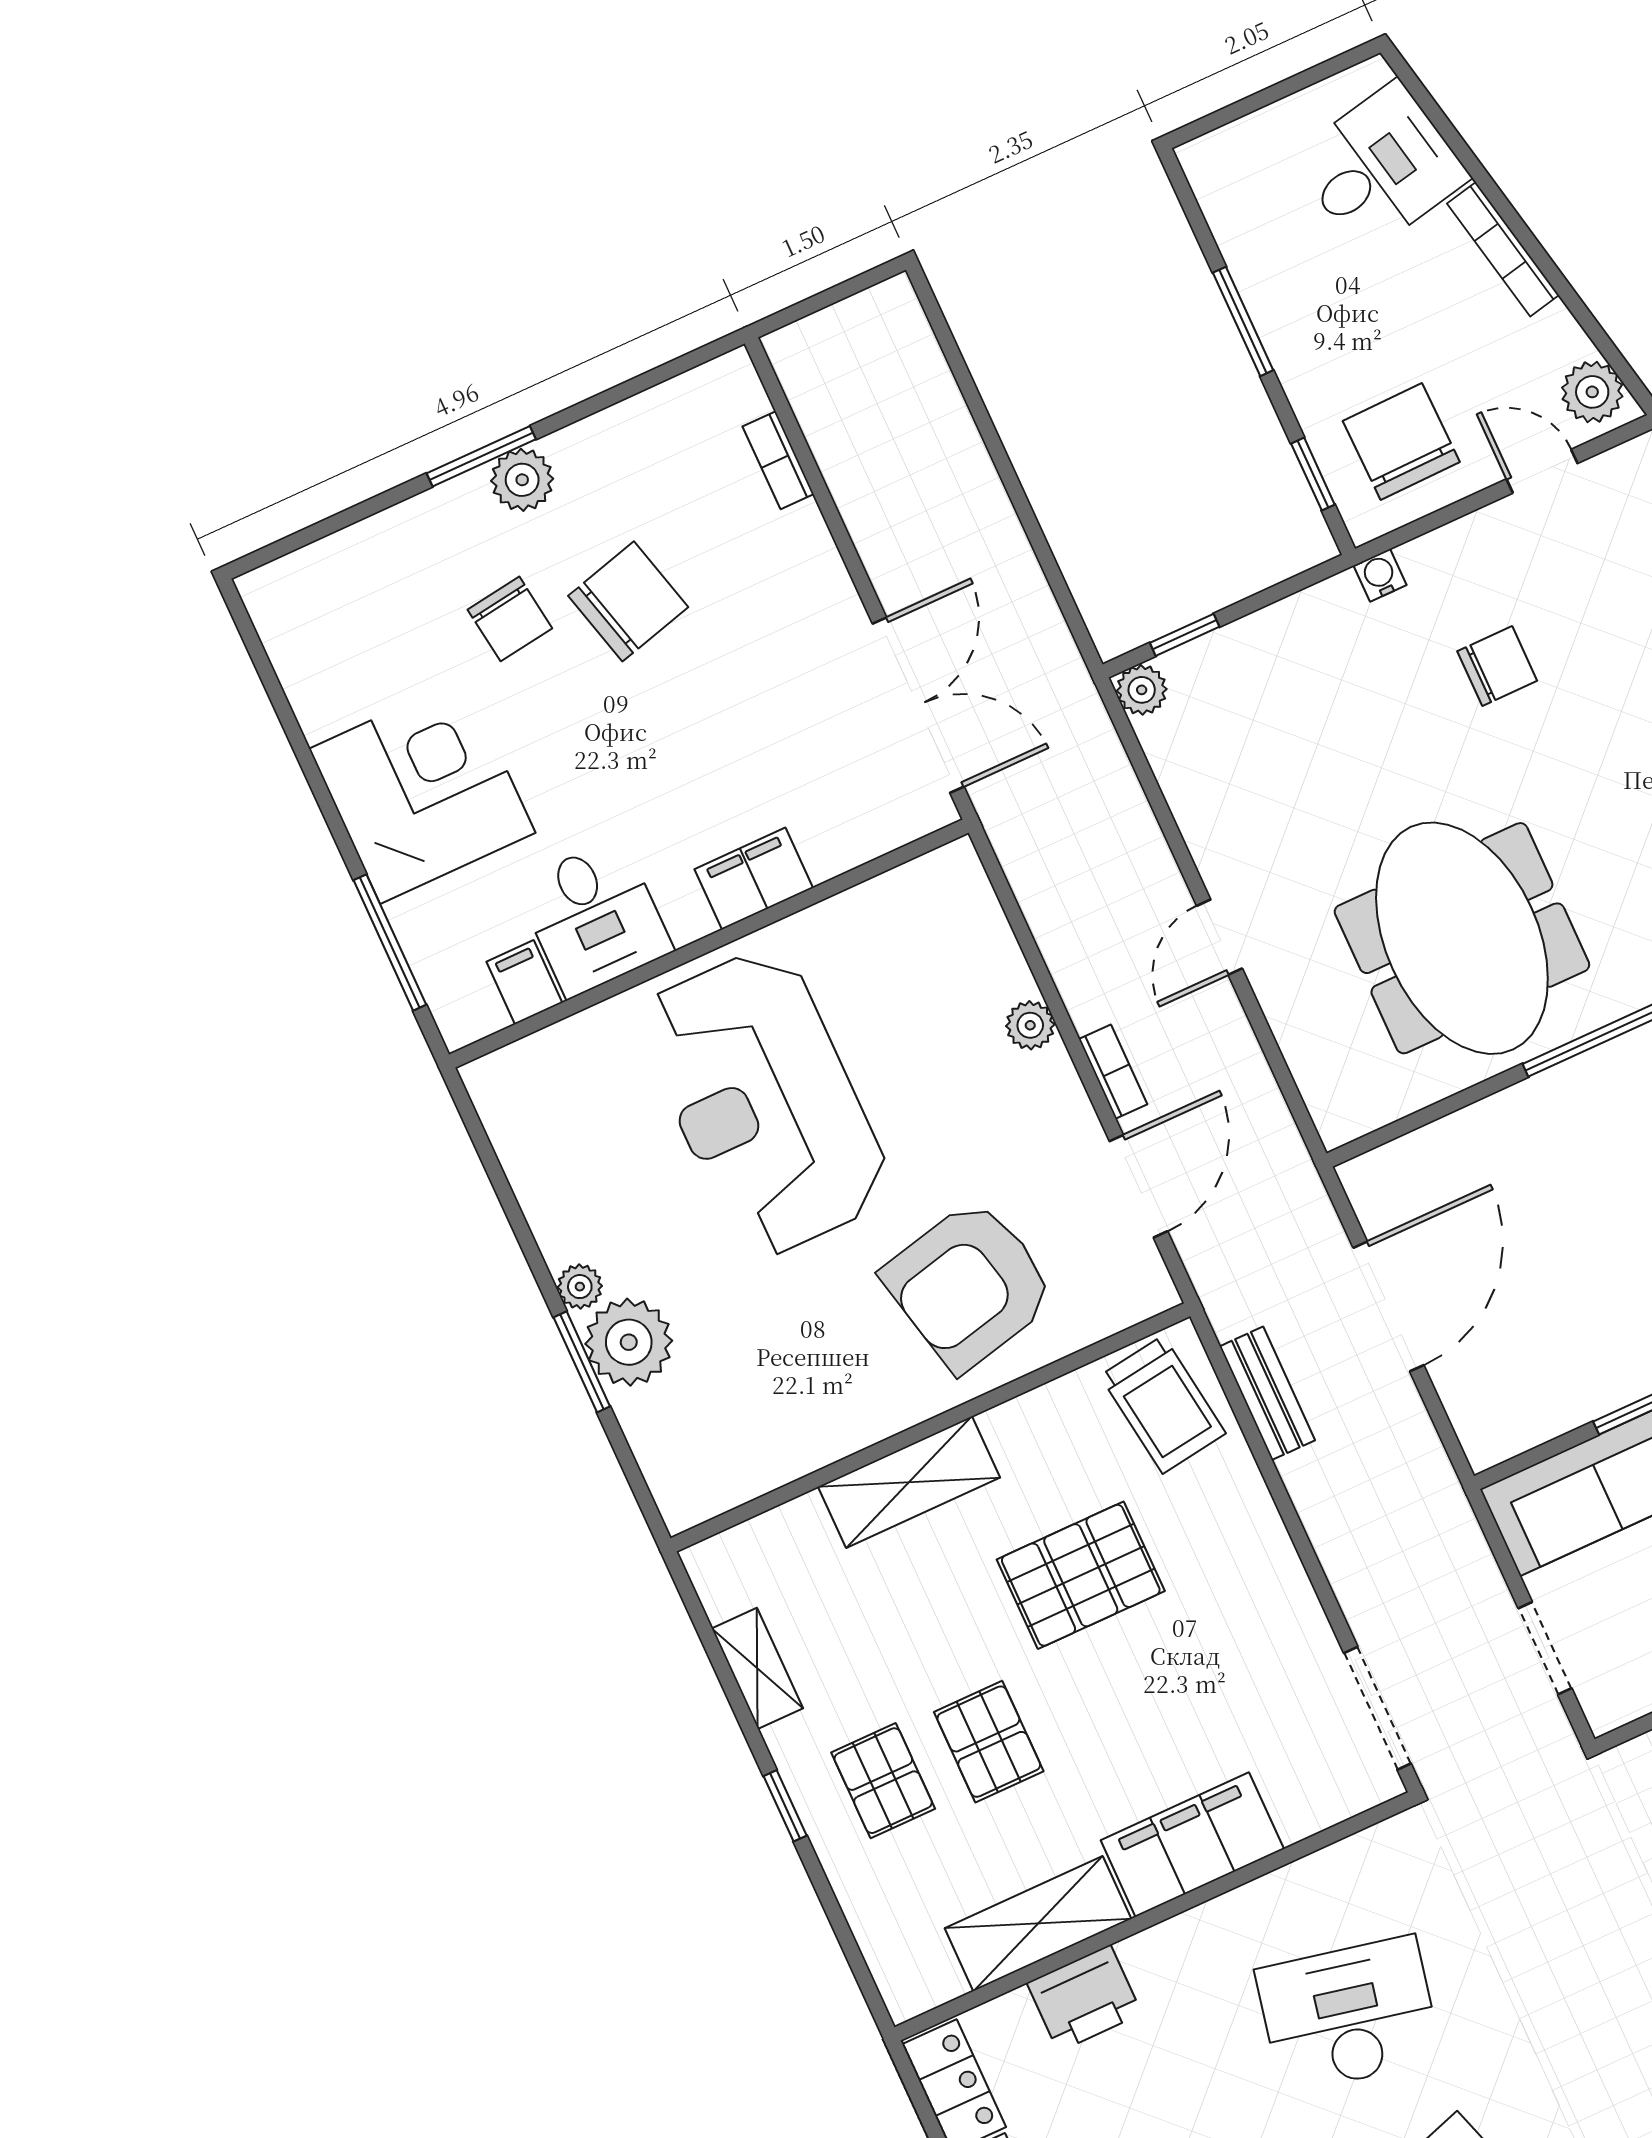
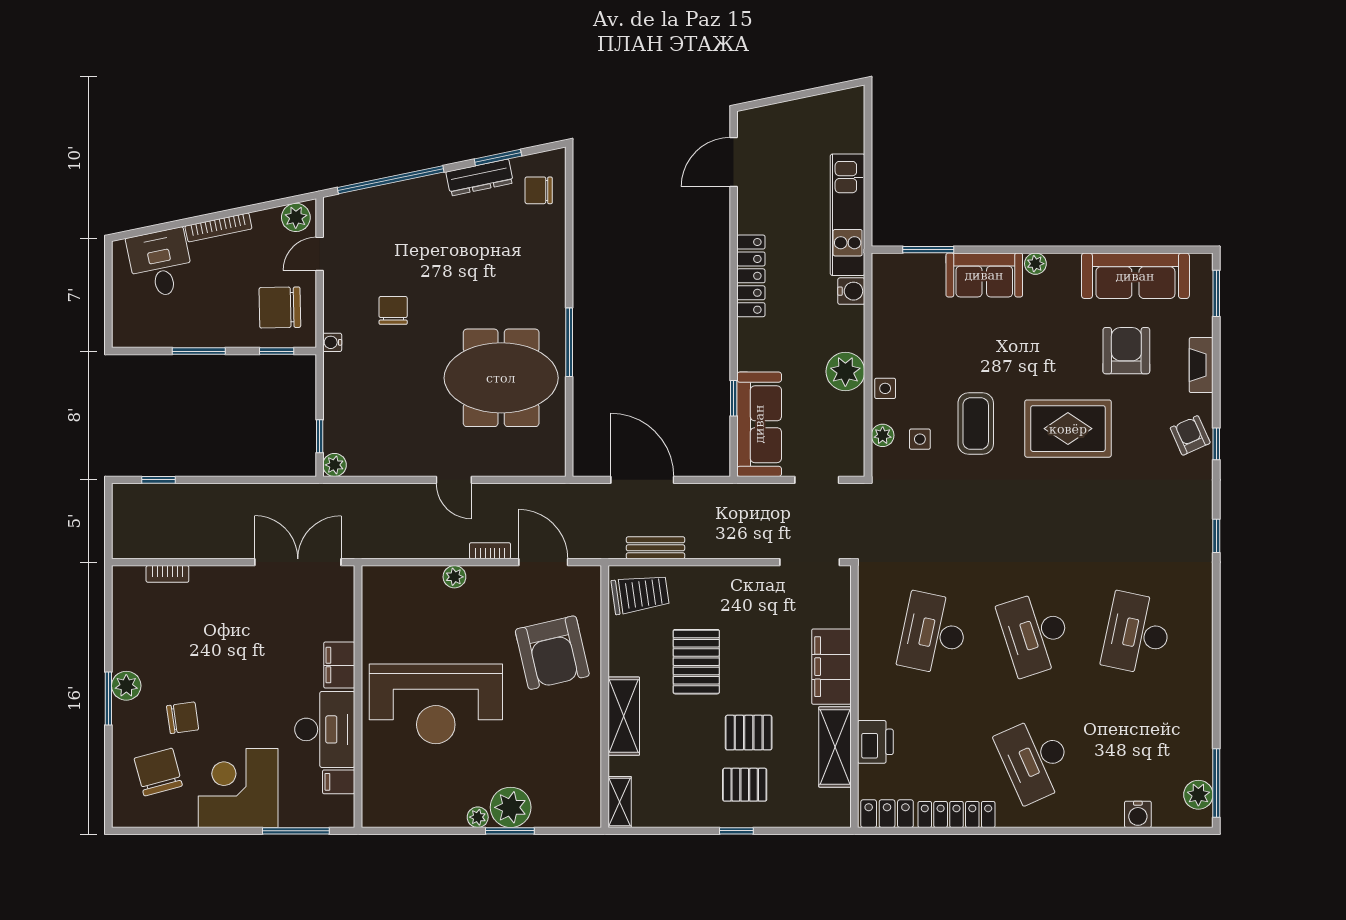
window: (955, 358) -> (159, 480), added
chair: (628, 601) -> (158, 772), moved
desk: (594, 917) -> (325, 729), width x1.37
shelving: (757, 1668) -> (620, 802), moved, turned 90

